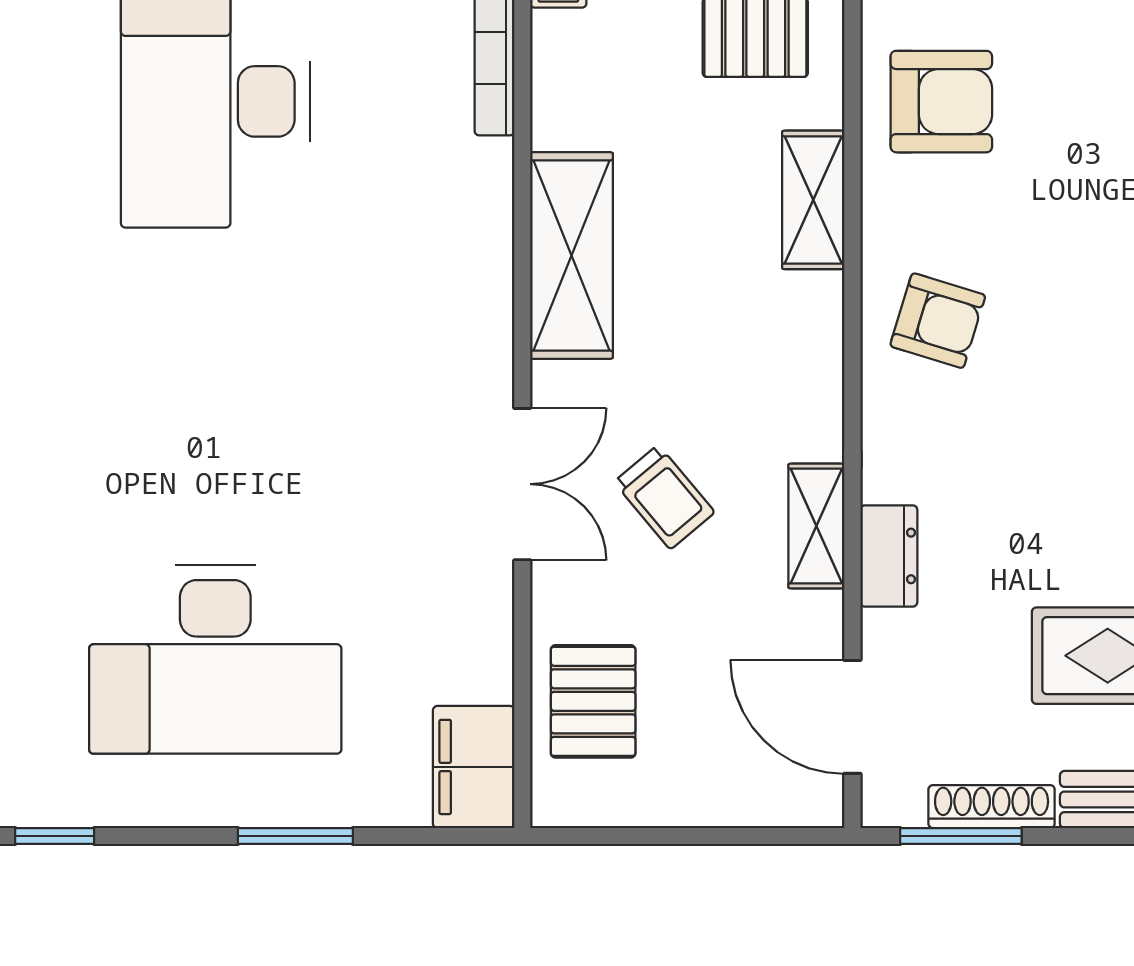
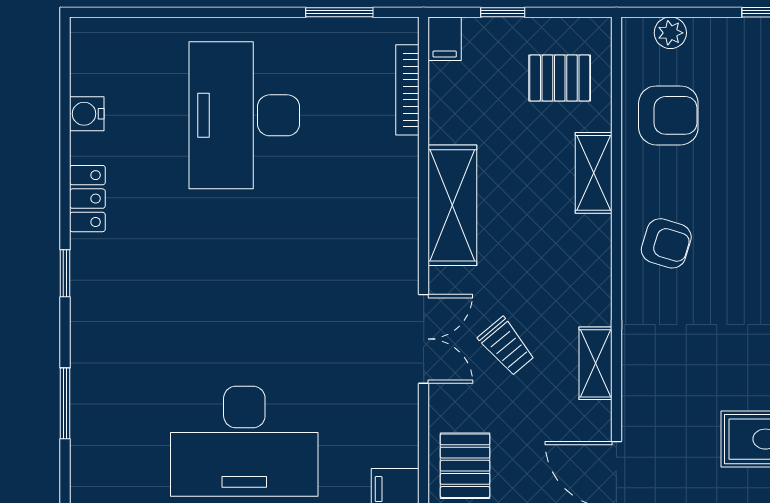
dresser: (889, 556) -> (638, 381), removed

